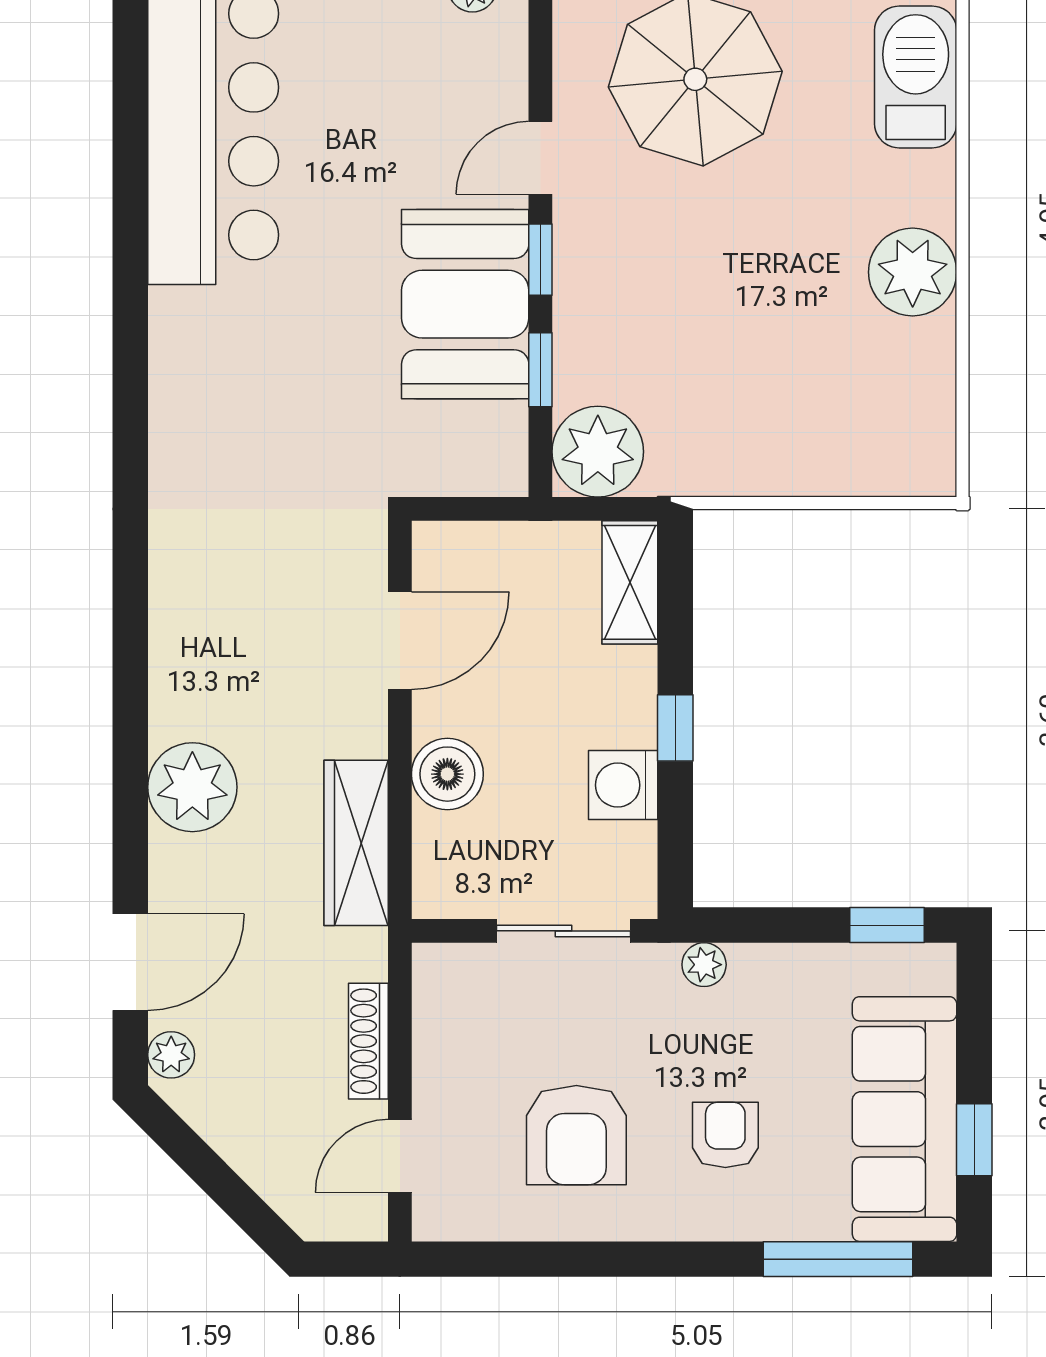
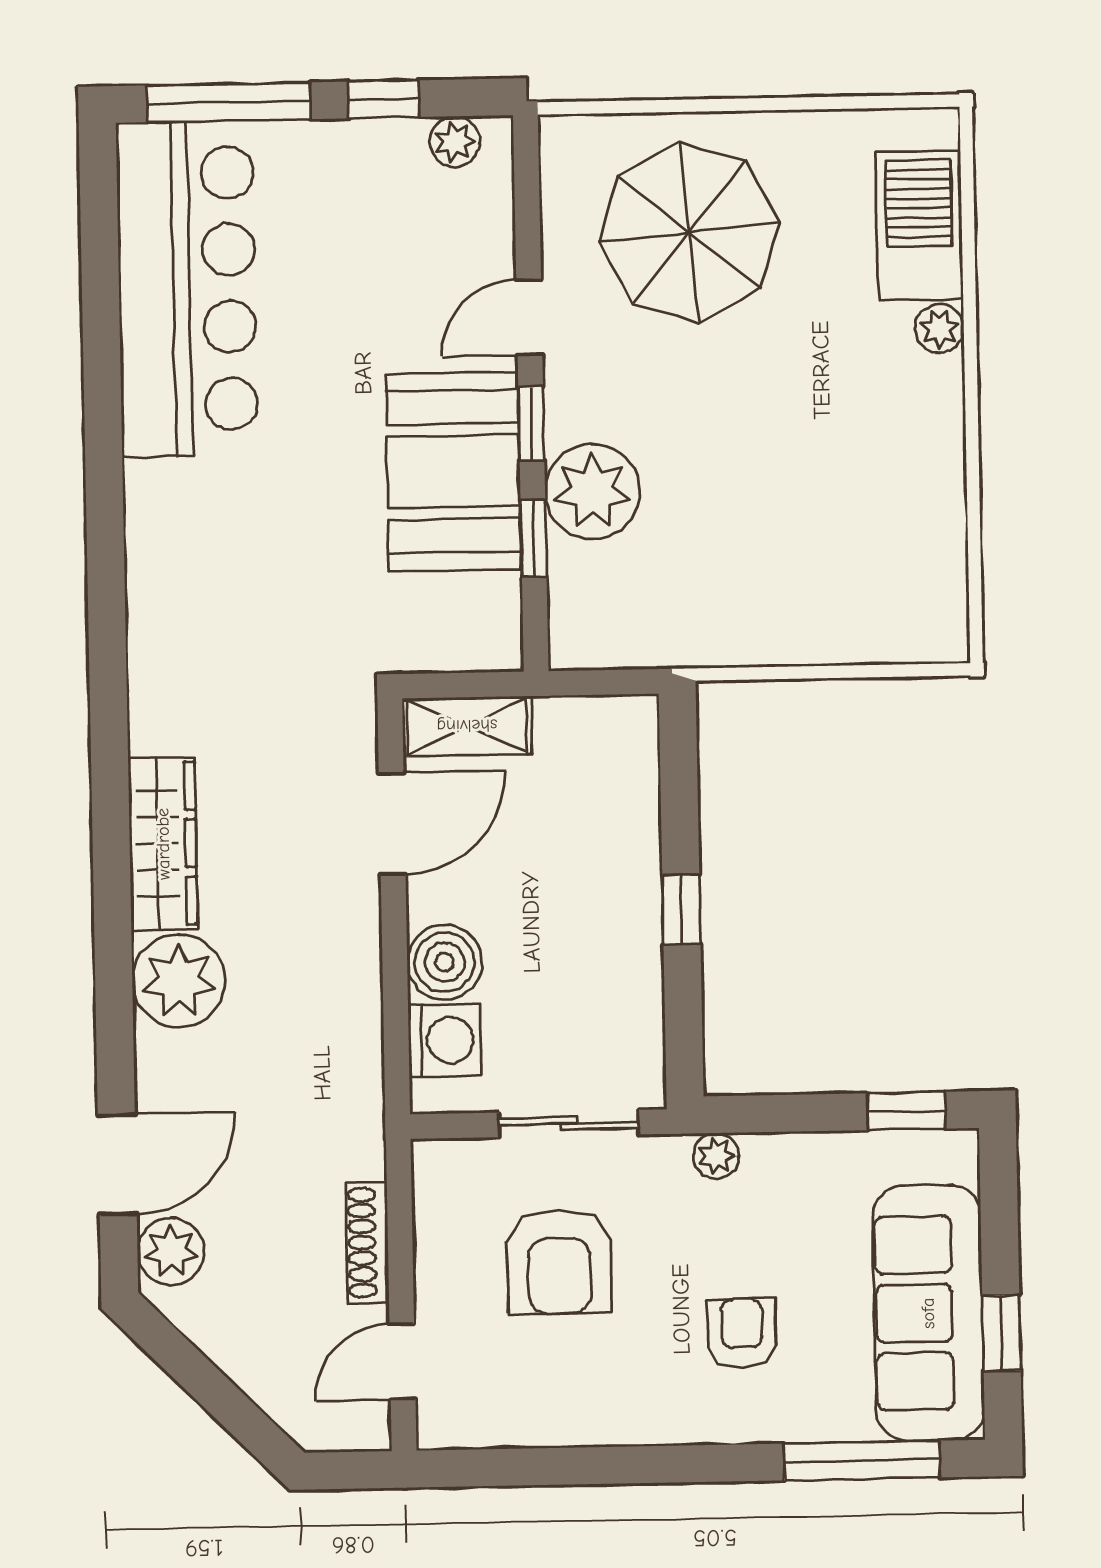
plant: (913, 272) -> (939, 329), moved, width x0.53, depth x0.53
plant: (598, 452) -> (592, 492), moved
shelving: (630, 582) -> (467, 726), moved, turned 90
washing machine: (623, 785) -> (445, 1041), moved, turned 180
wardrobe: (356, 843) -> (163, 844), moved, turned 180
plant: (171, 1055) -> (171, 1251), width x1.38, depth x1.38
armchair: (576, 1135) -> (559, 1261), moved

